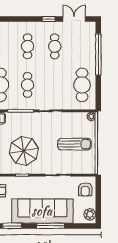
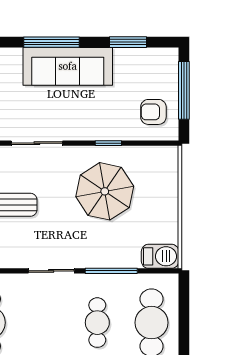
sofa: (42, 211) -> (68, 66), width x0.74, depth x0.79

